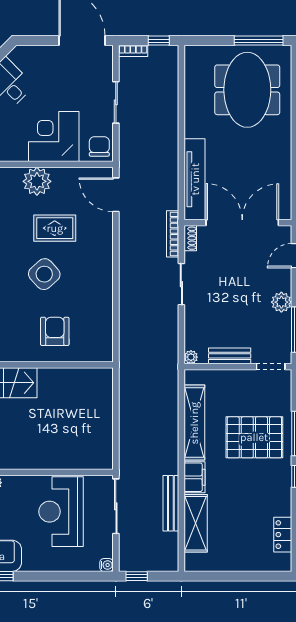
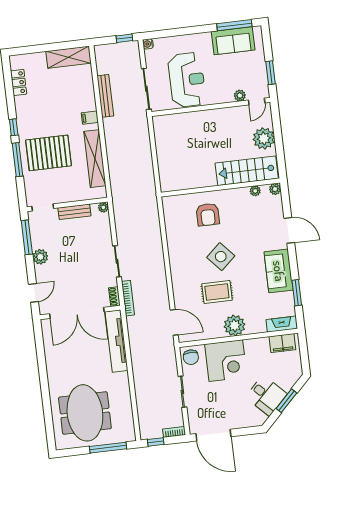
window: (259, 41) -> (108, 448), moved
filing cabinet: (195, 477) -> (90, 118), width x0.50
shelving: (196, 523) -> (69, 57), moved, turned 90

